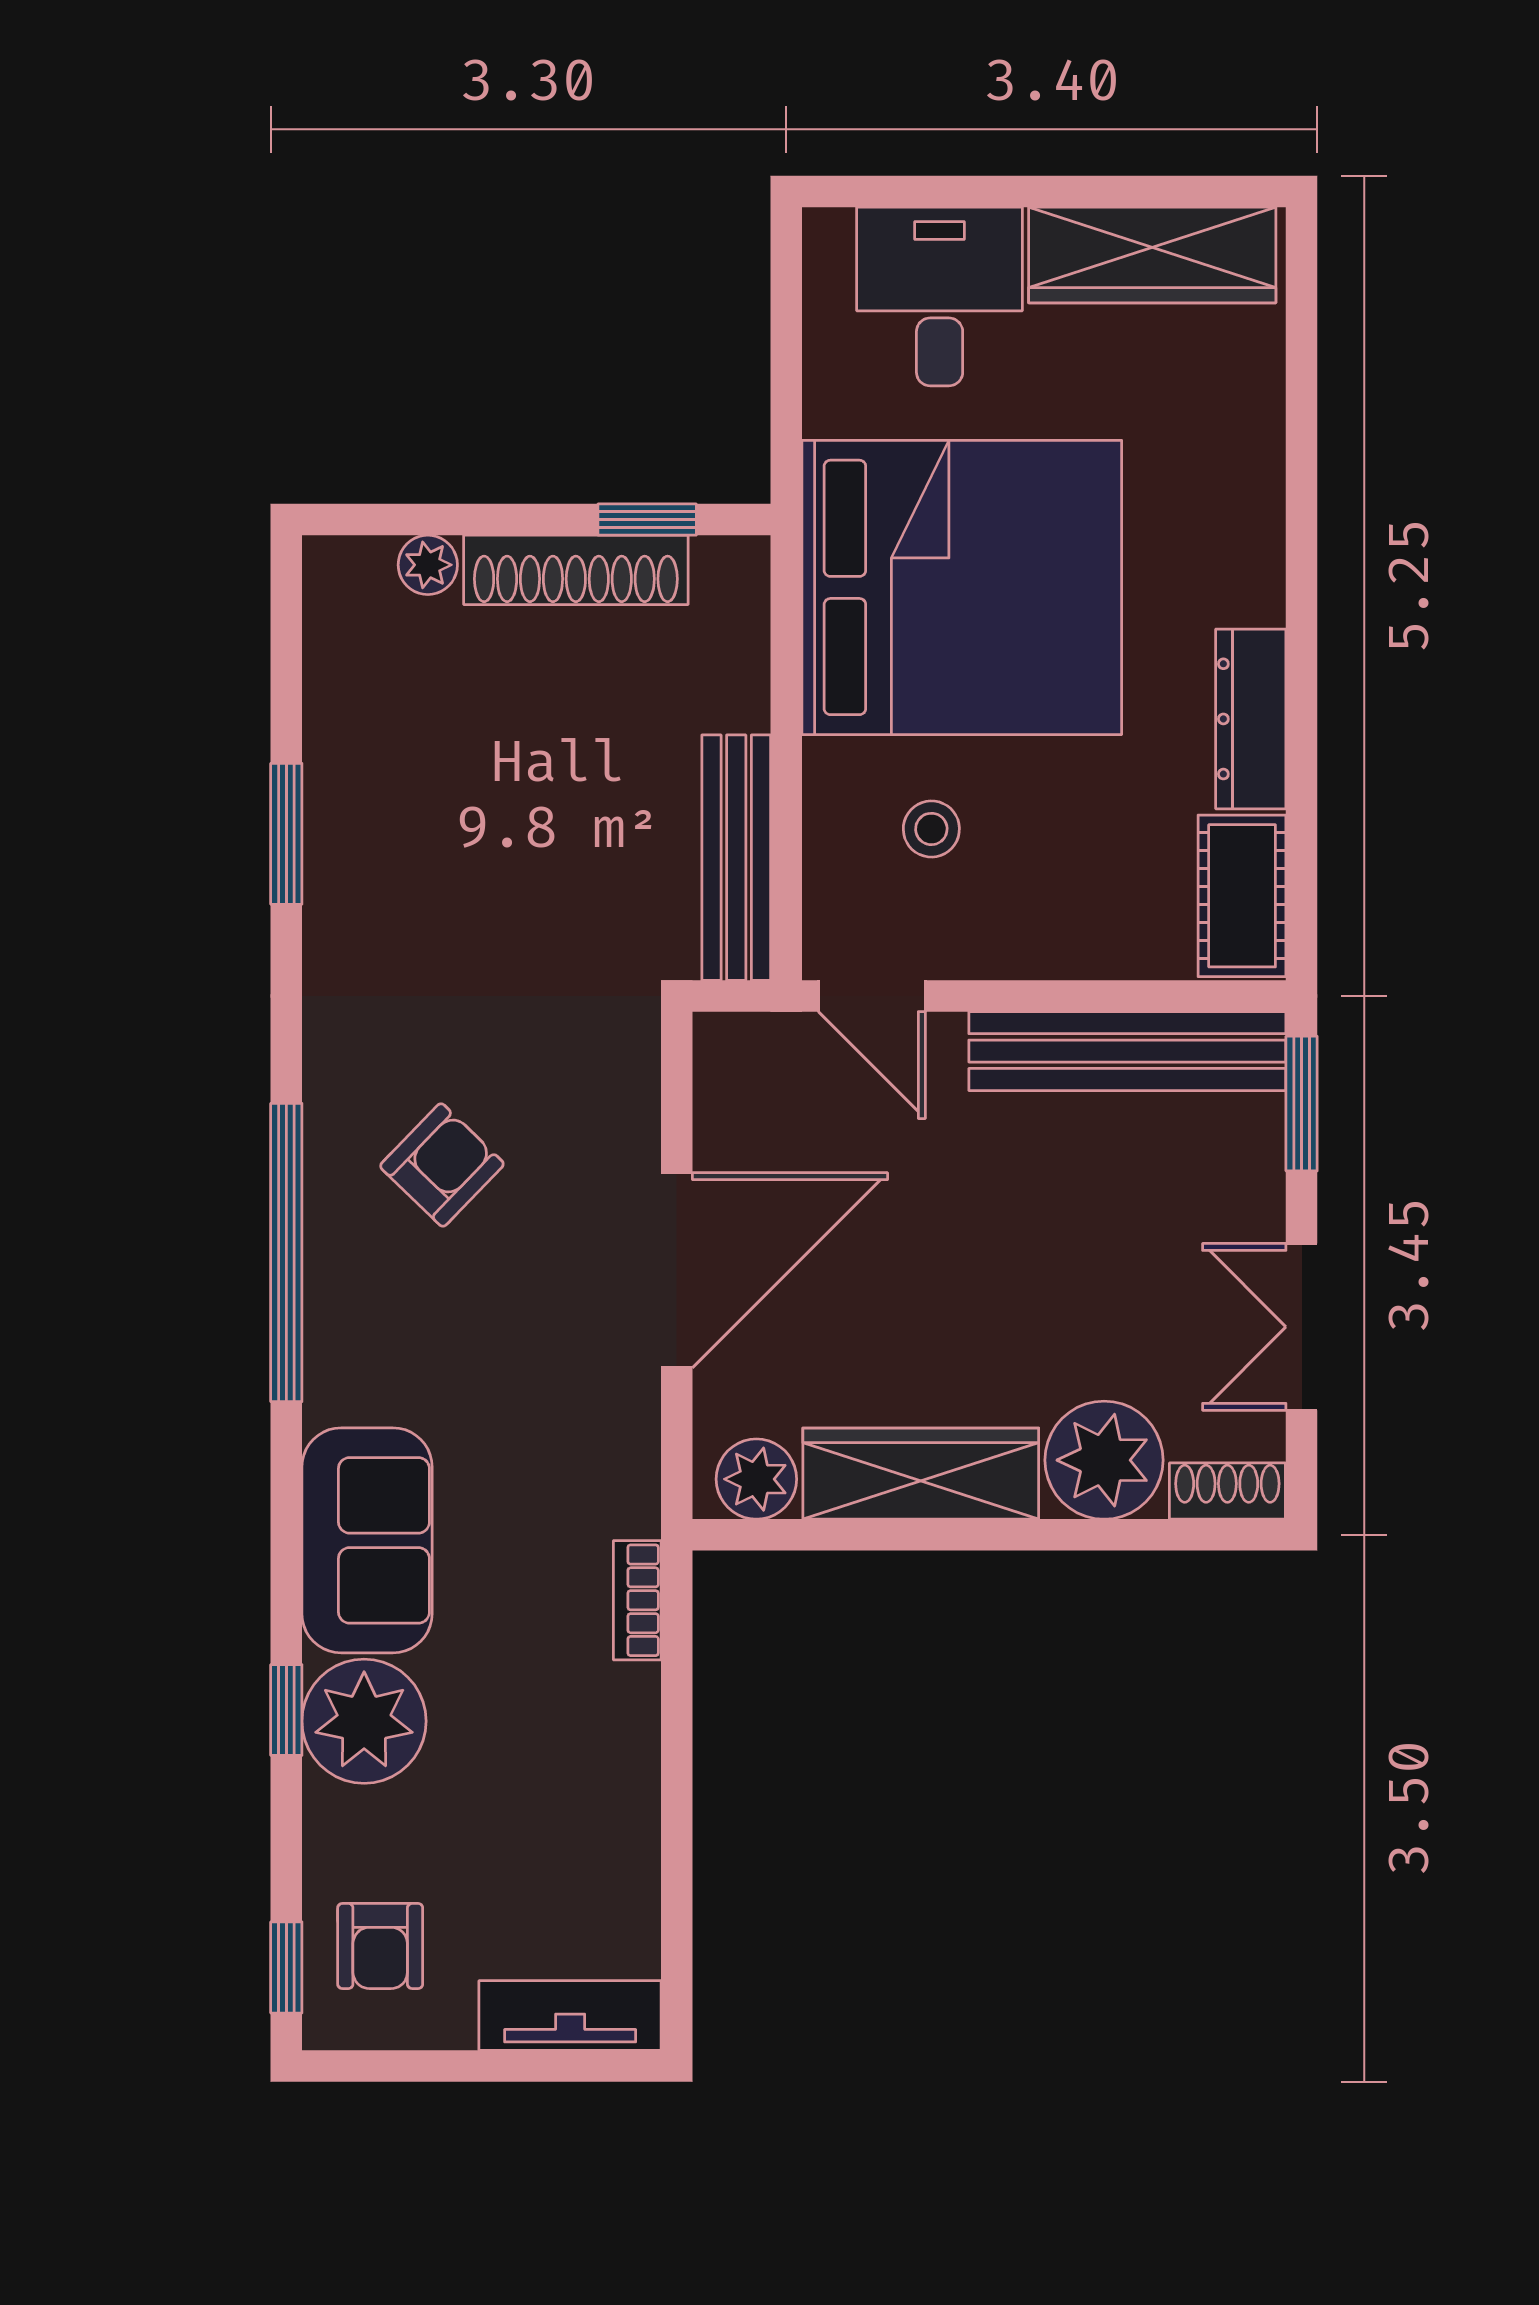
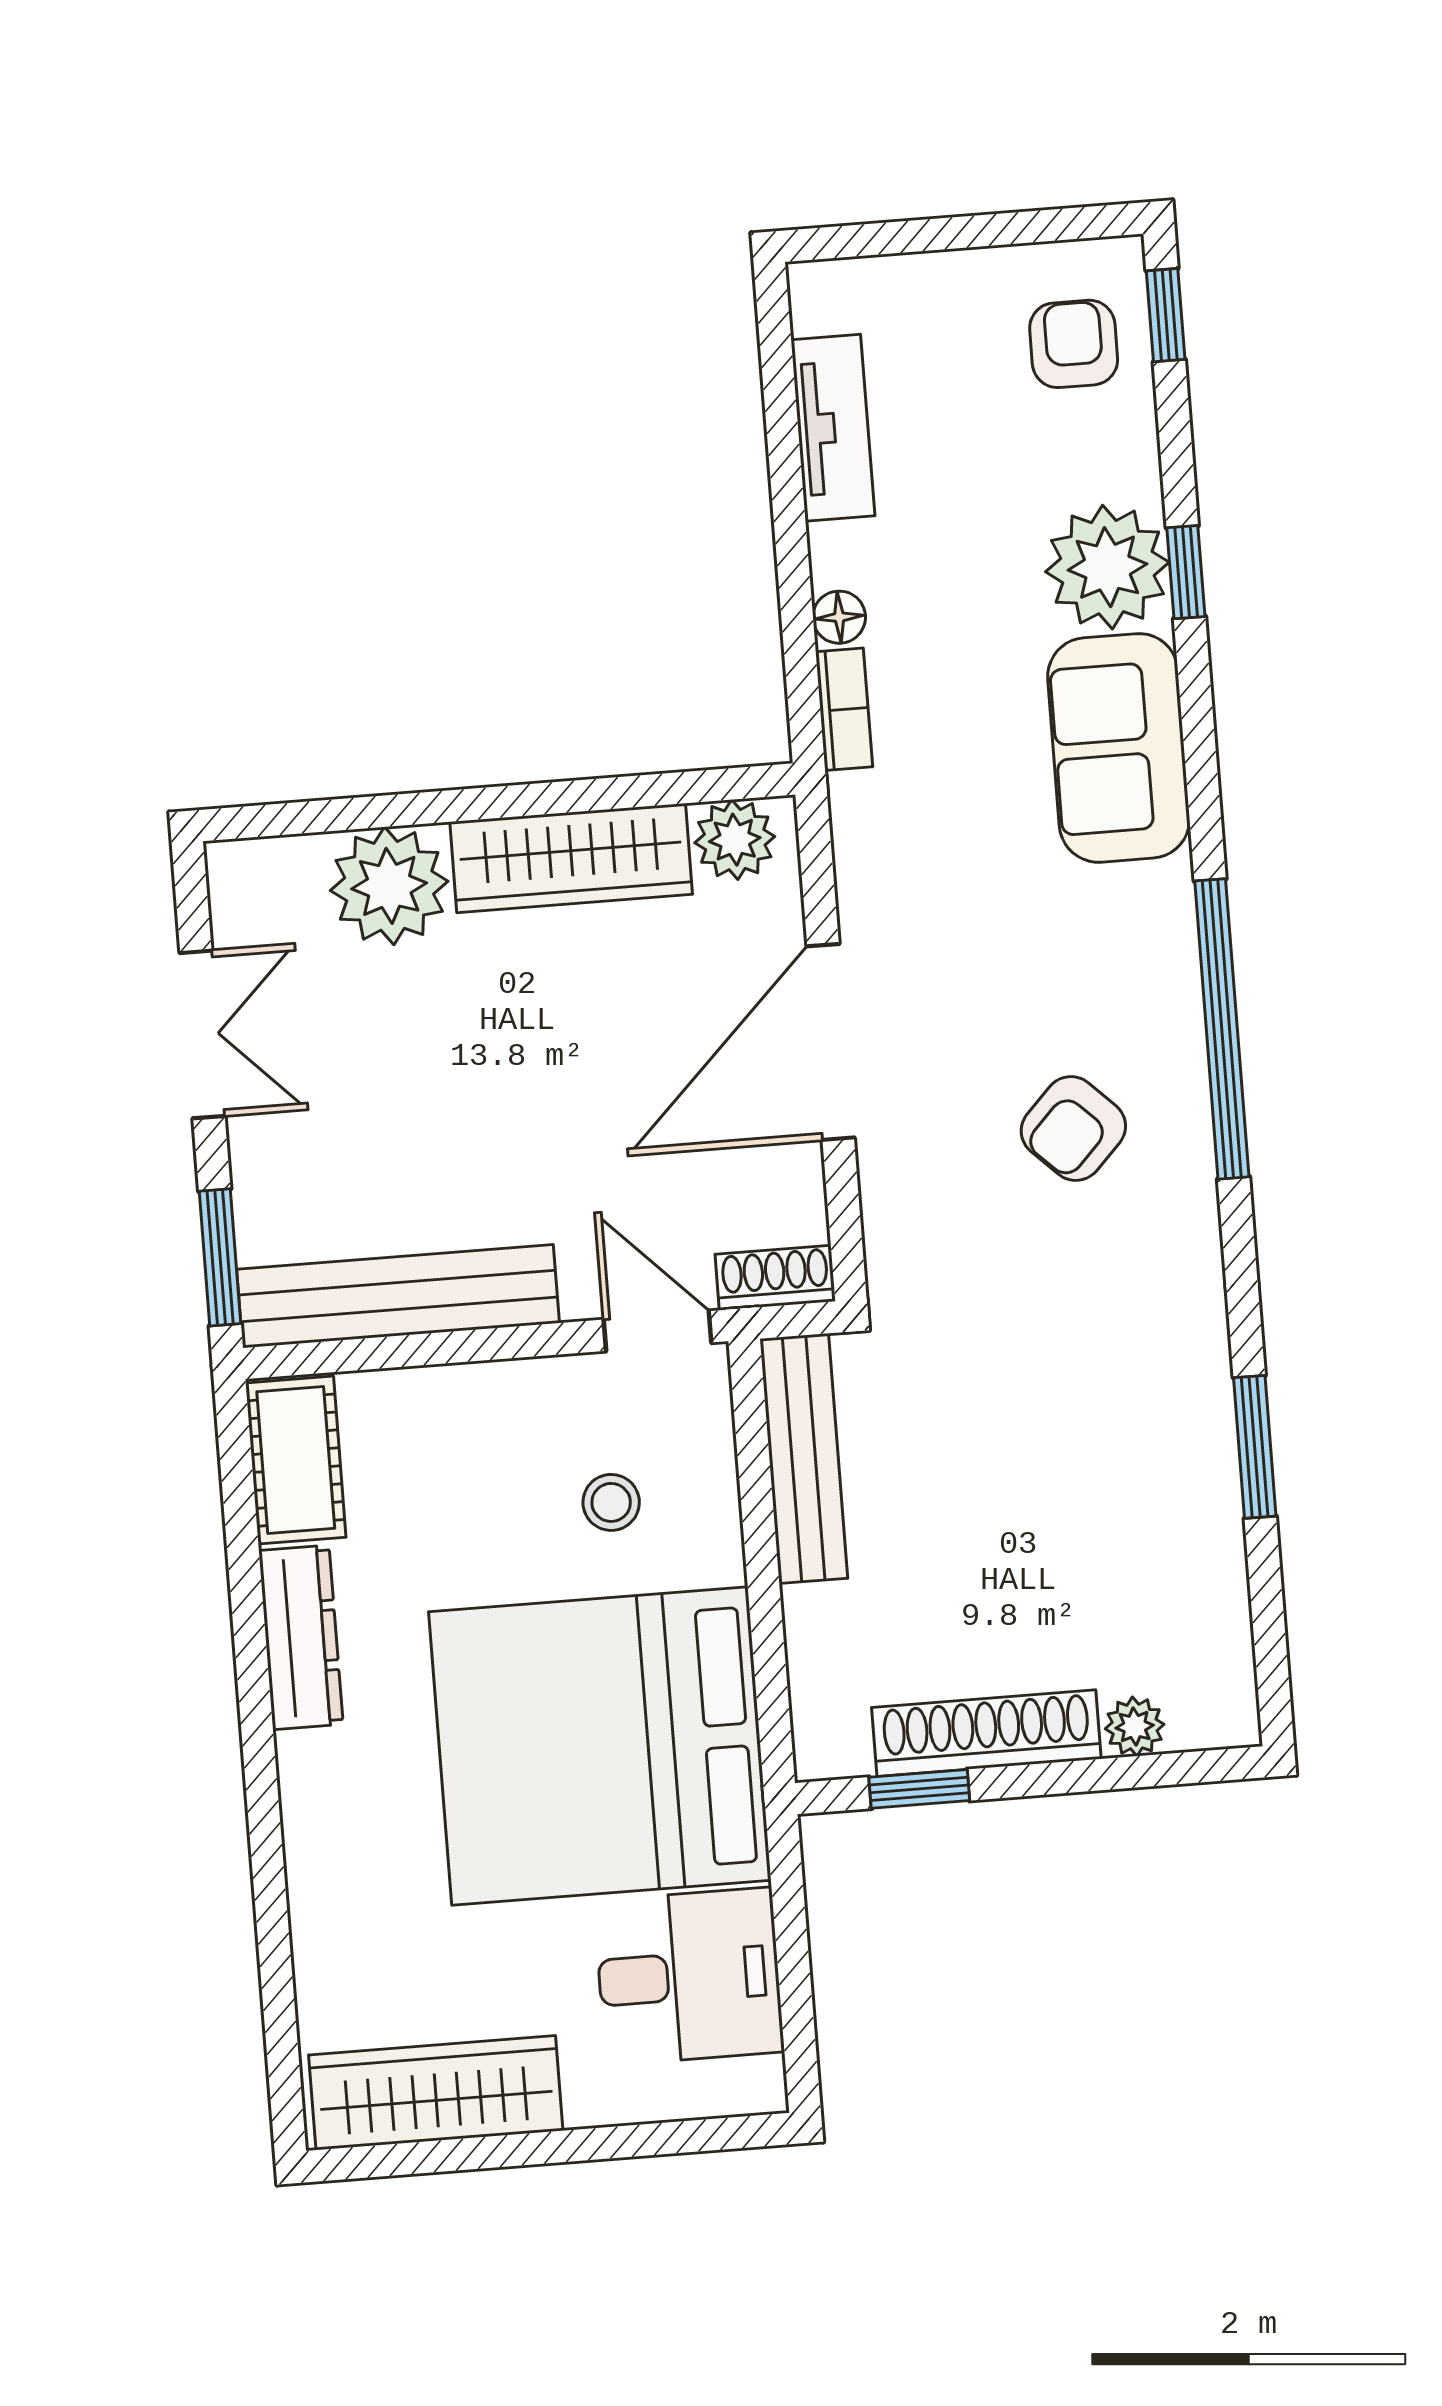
desk: (940, 297) -> (689, 1976), moved, turned -90
shoe rack: (1227, 1491) -> (775, 1278), moved, turned 180
floor lamp: (635, 1692) -> (839, 617), added
tv unit: (570, 2016) -> (833, 428), moved, turned -90

